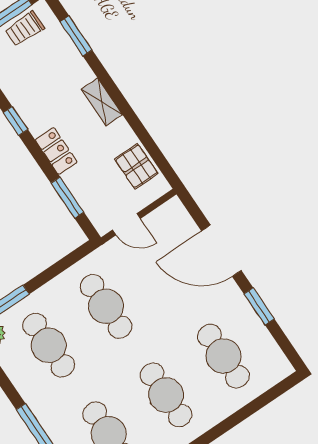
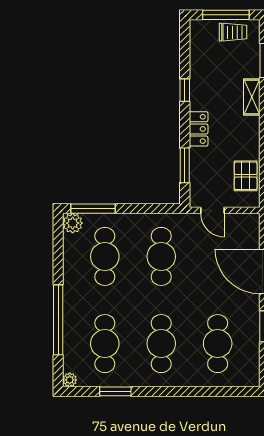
trolley: (25, 29) -> (233, 32), turned 180
shelving: (102, 102) -> (252, 97), moved

